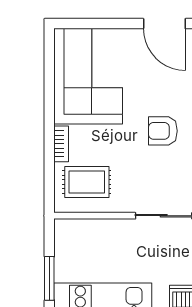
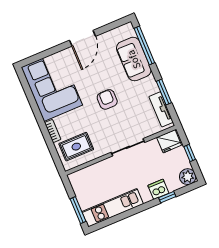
door: (164, 24) -> (82, 38), hinge flipped
armchair: (163, 131) -> (107, 99), turned 90

